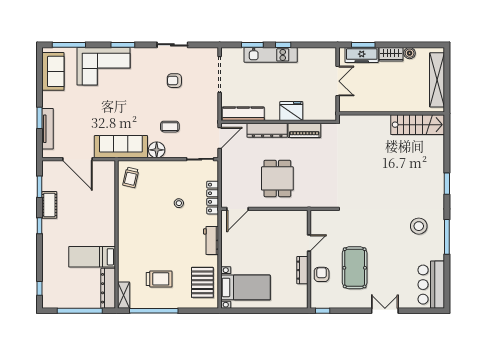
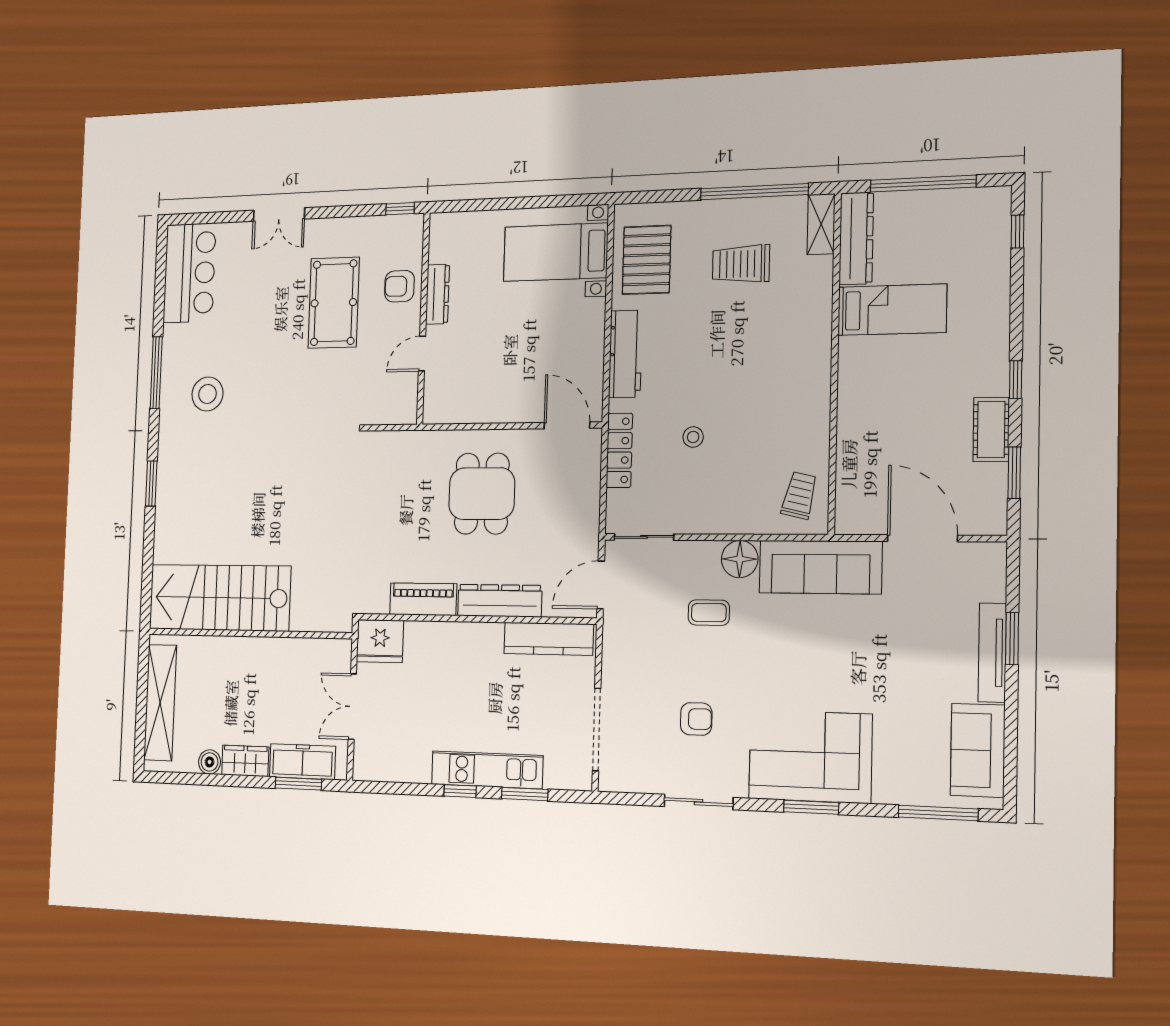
corner sofa: (104, 66) -> (810, 757), moved
fridge: (291, 111) -> (380, 641), moved
stairs: (418, 125) -> (220, 598), width x1.36, depth x1.51
tv unit: (48, 129) -> (992, 653), moved
door: (238, 209) -> (567, 425), hinge flipped
workbench: (211, 240) -> (625, 354), width x1.38
armchair: (322, 274) -> (399, 286), turned 90

